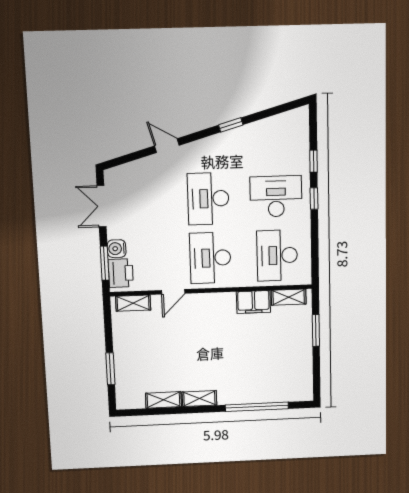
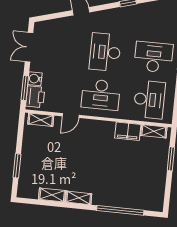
desk: (277, 255) -> (149, 100), turned 180
desk: (210, 258) -> (101, 95), turned -90

